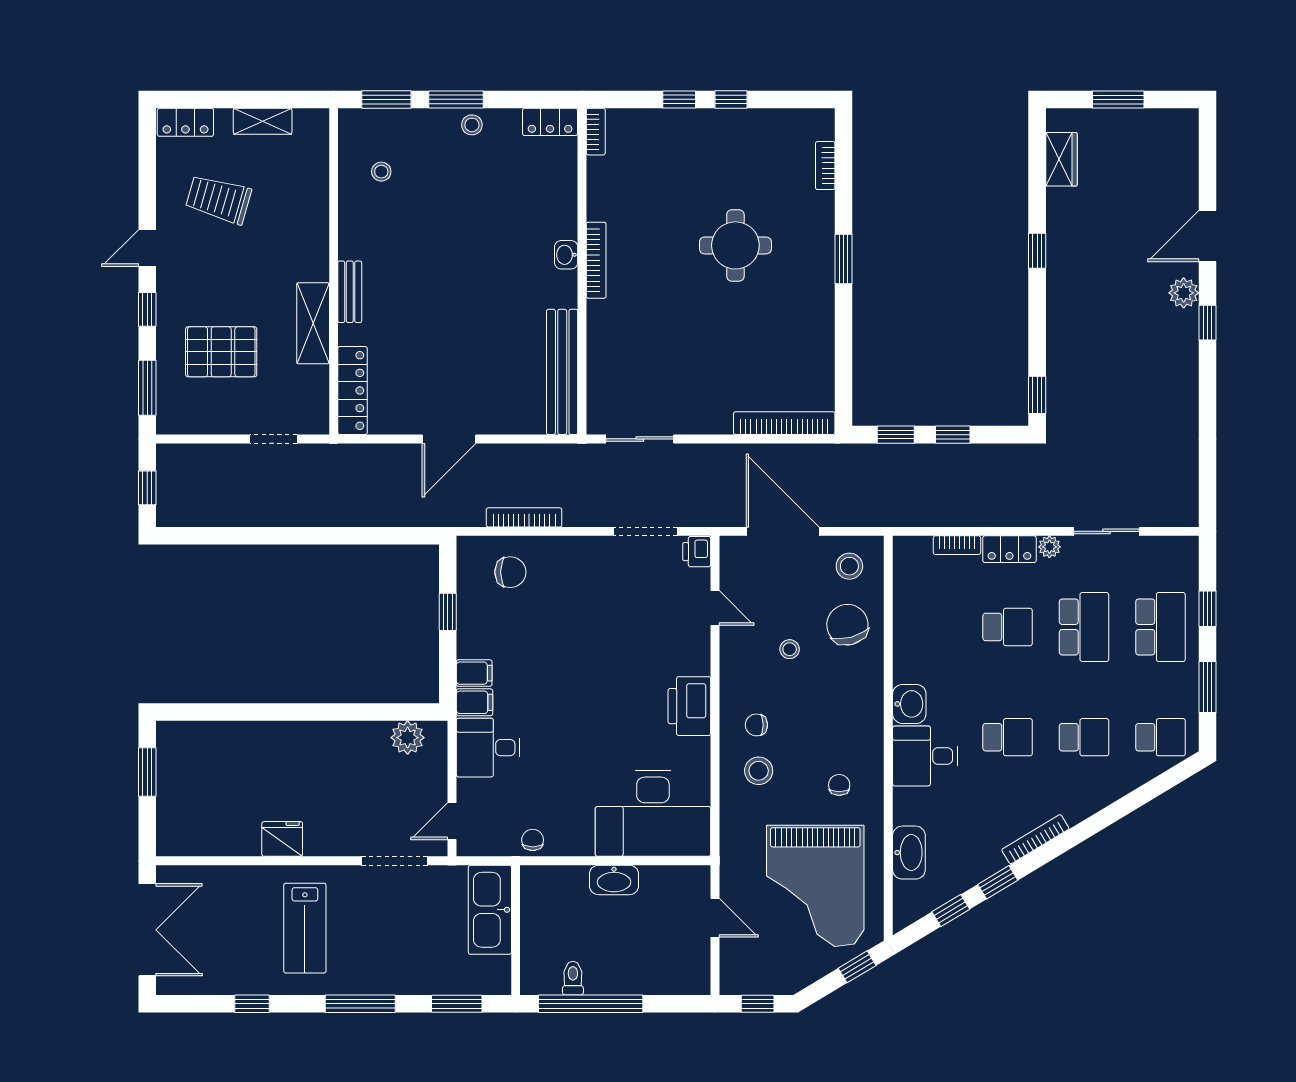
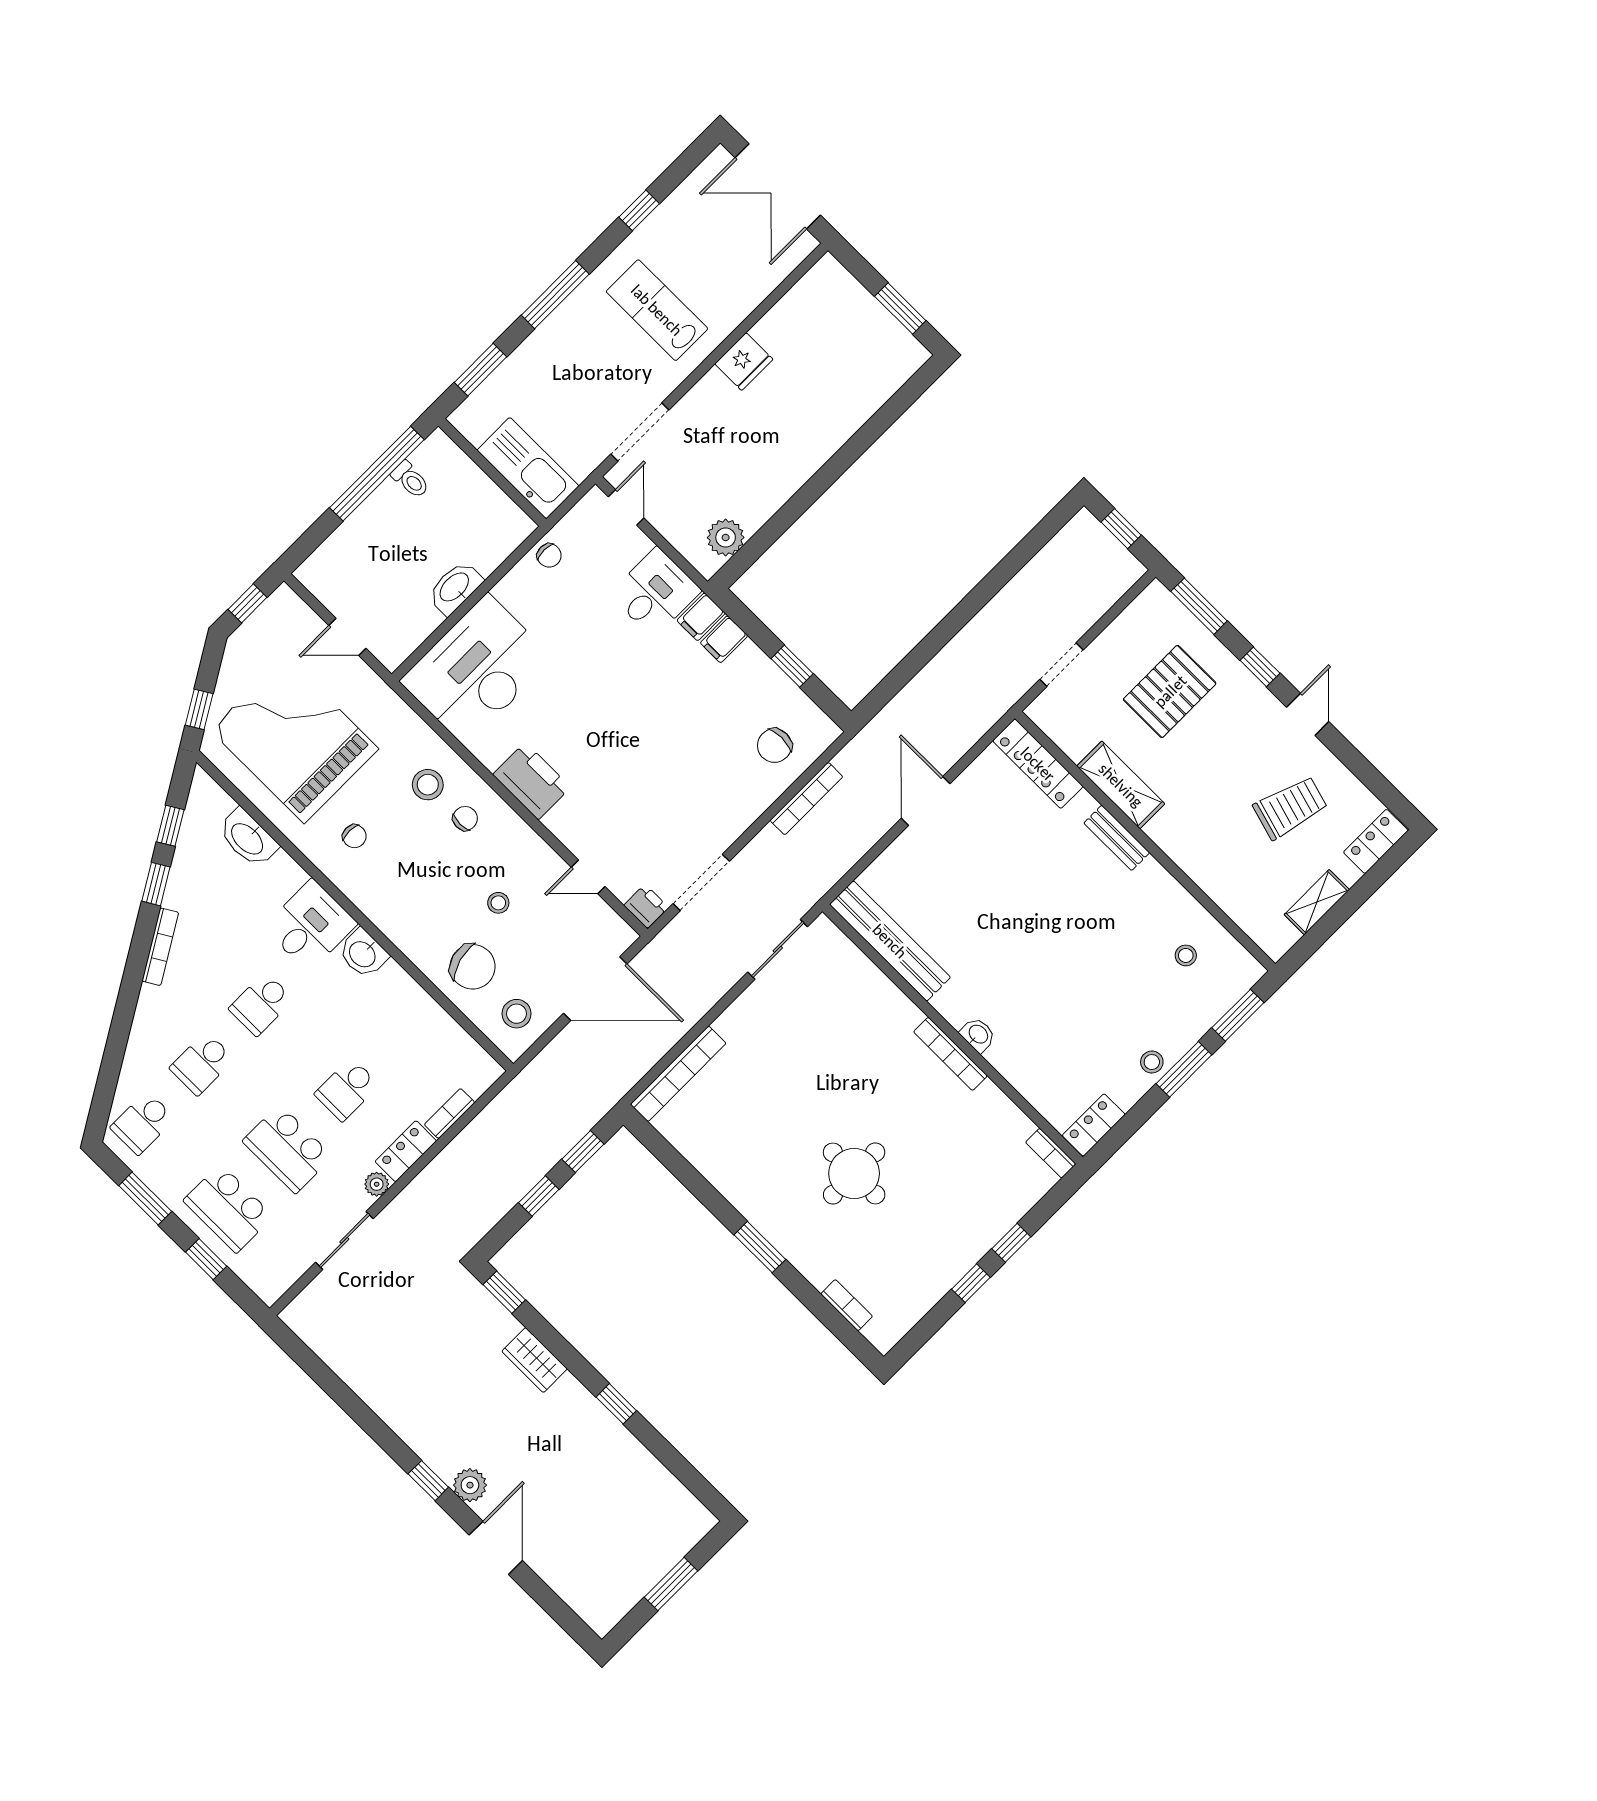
wardrobe: (1061, 159) -> (535, 1360), moved

